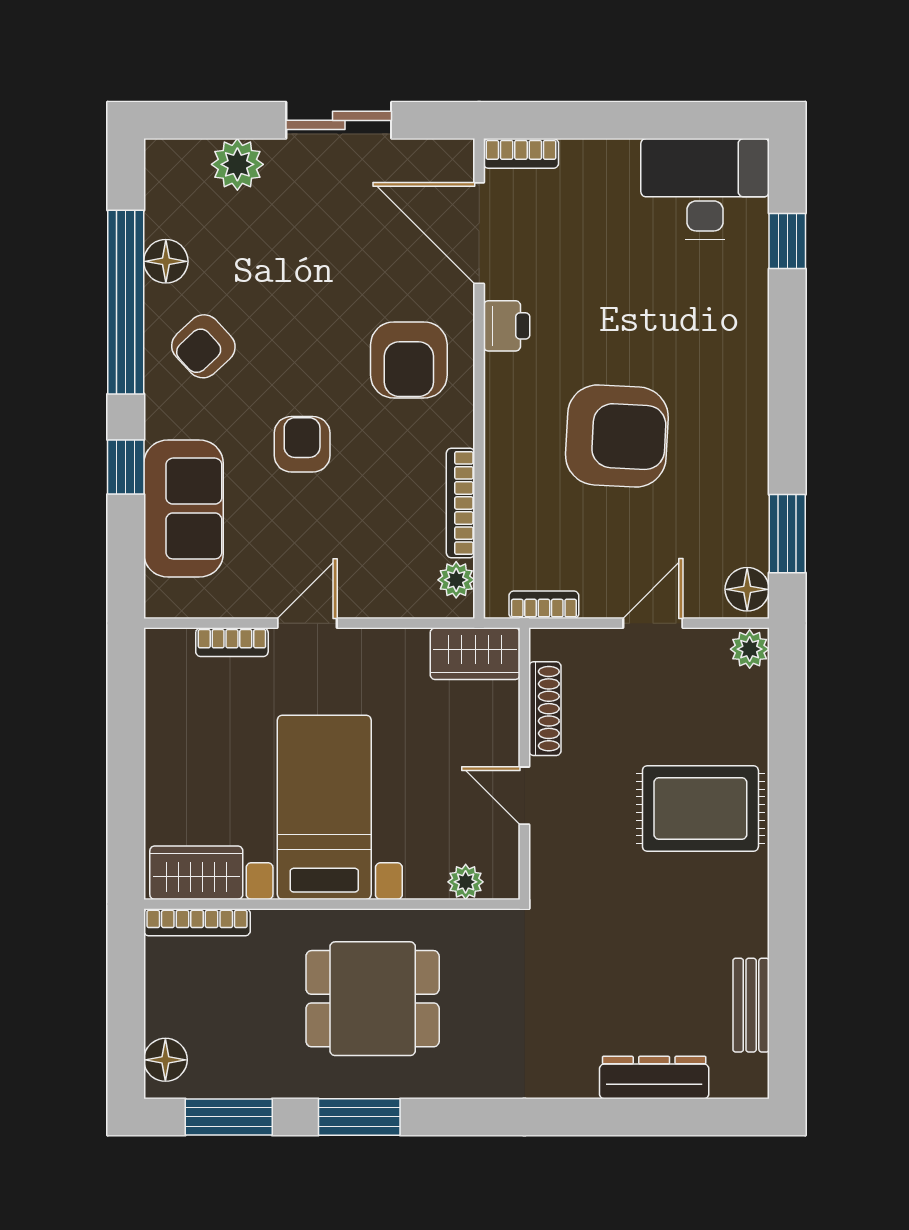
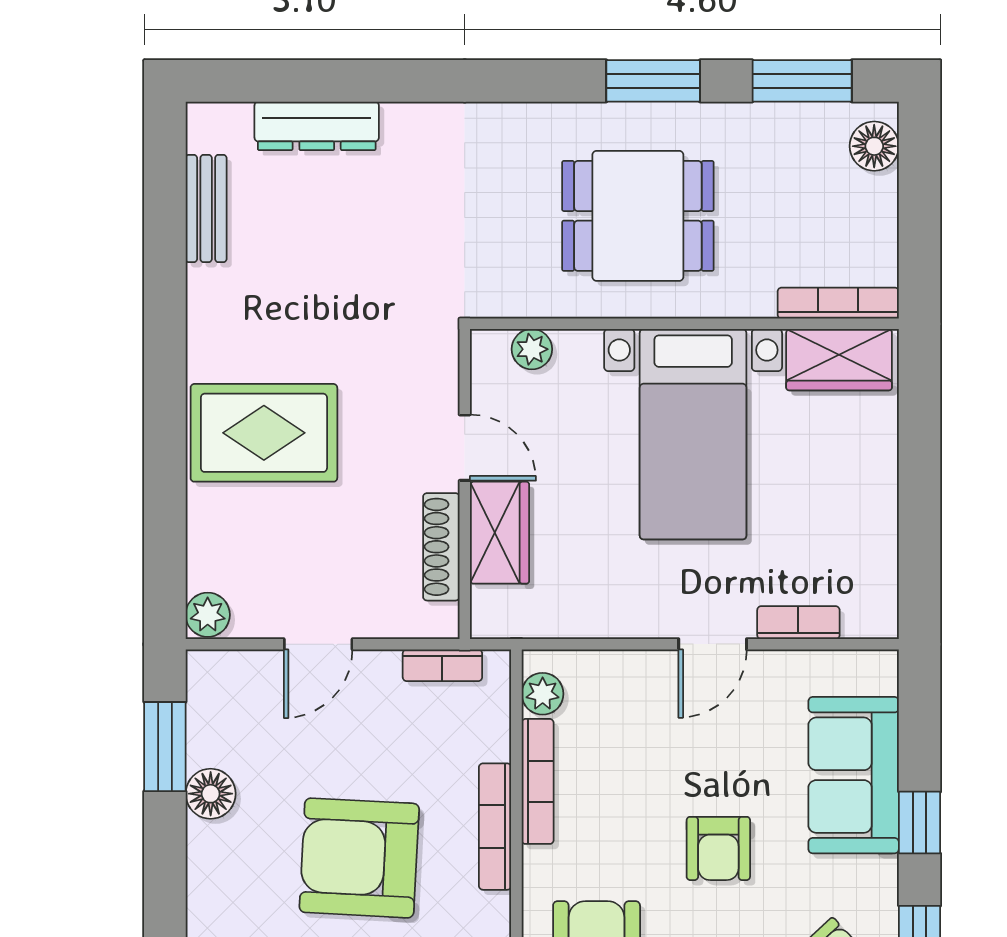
bookcase: (498, 463) -> (495, 827), added
floor lamp: (747, 589) -> (211, 794), moved
wardrobe: (475, 654) -> (499, 533), moved, turned 90

